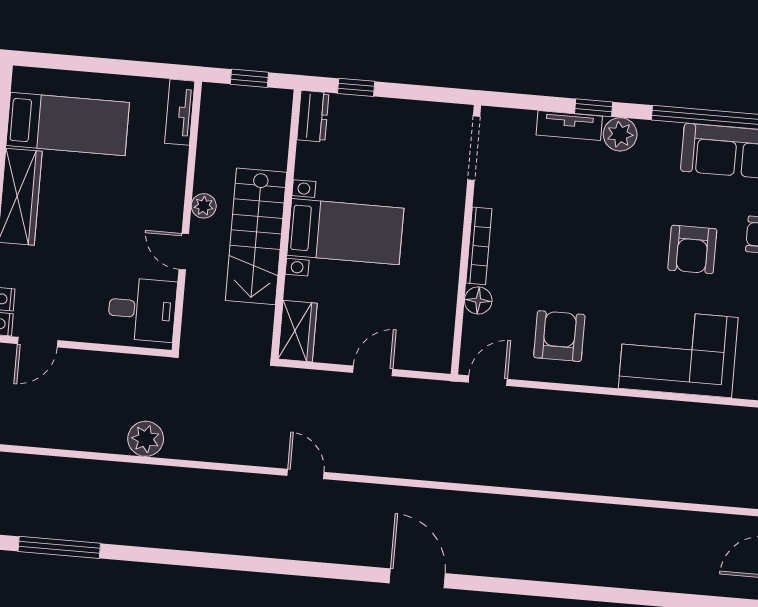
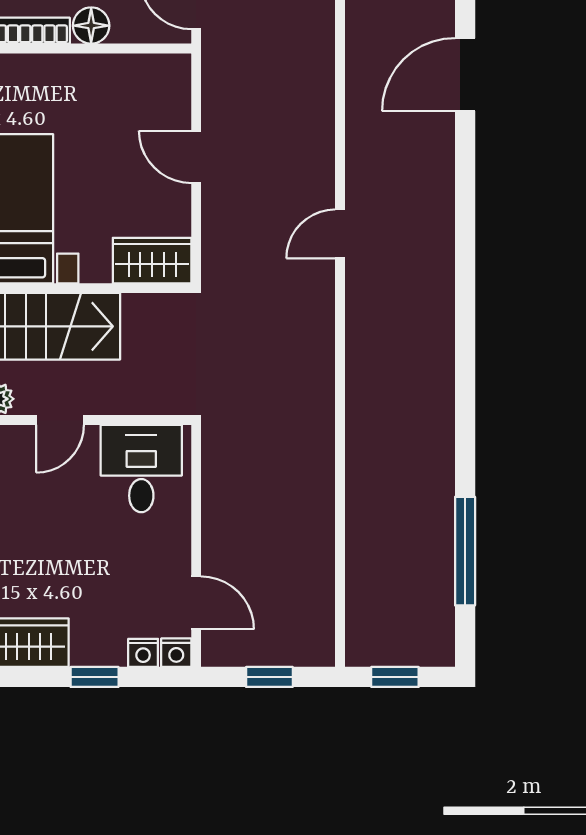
plant: (146, 439) -> (312, 449), removed

